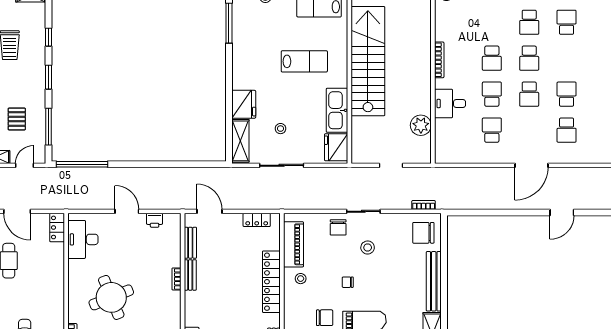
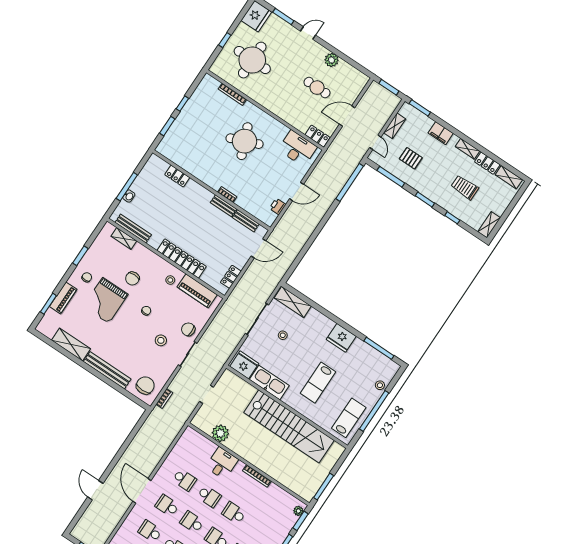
fridge: (244, 104) -> (341, 338), moved
school desk: (529, 130) -> (167, 506), added

